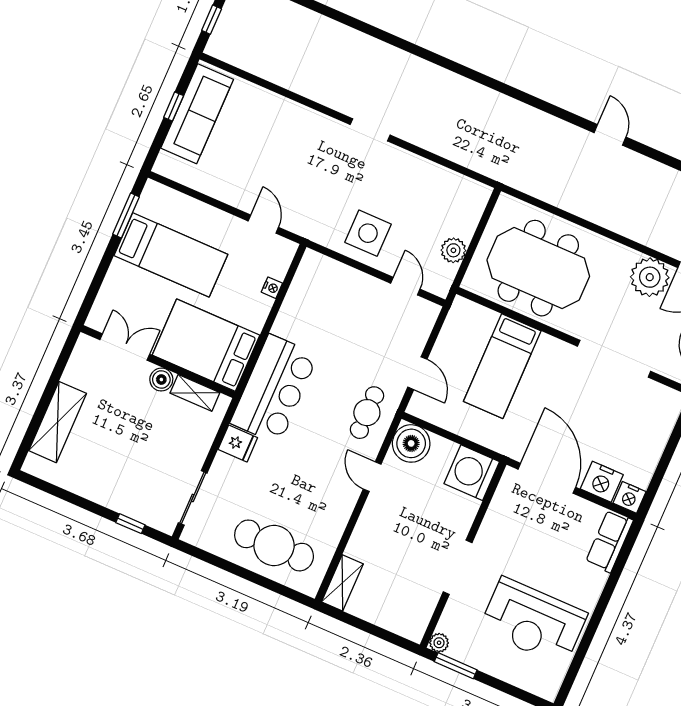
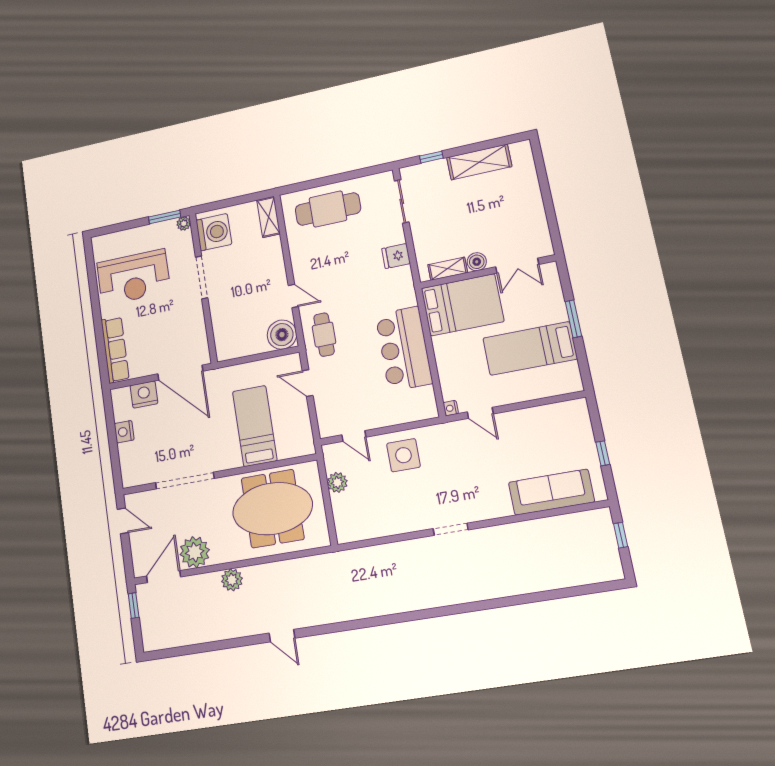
sofa: (197, 114) -> (551, 492), moved, turned 90
window: (126, 215) -> (573, 319), moved
plant: (627, 223) -> (232, 580), added
nightstand: (272, 288) -> (451, 408), moved
bar counter: (274, 389) -> (404, 349), moved
shelving: (58, 422) -> (479, 162), moved, turned 90
washing machine: (472, 473) -> (214, 232), moved
nightstand: (630, 497) -> (124, 432), moved, turned -90
row of seats: (609, 541) -> (115, 350), width x1.48
reception desk: (533, 621) -> (133, 277), turned 180

